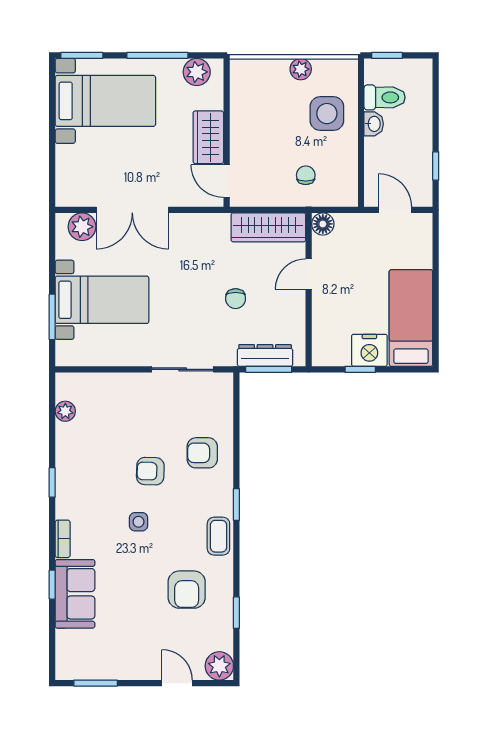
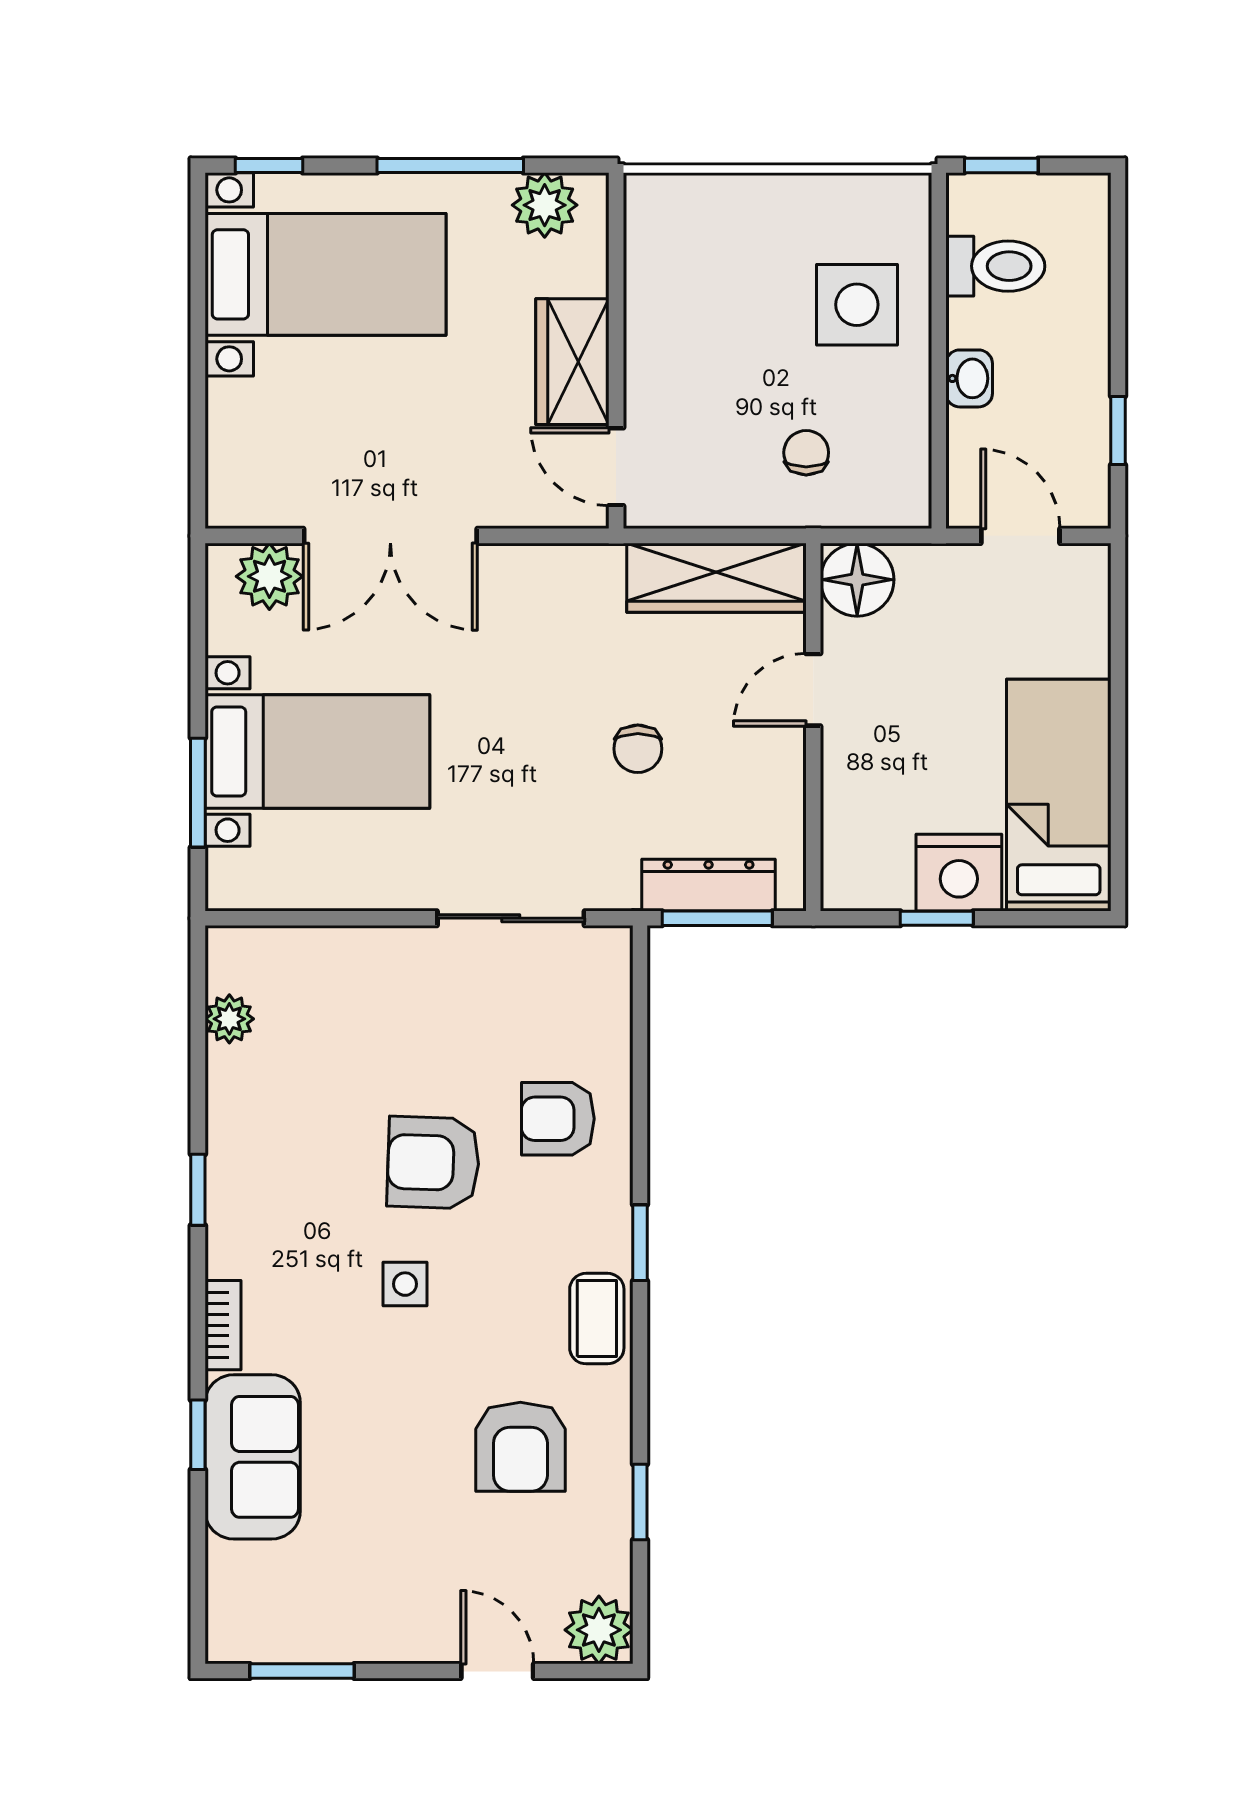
window: (82, 55) -> (269, 165), width x0.67
plant: (301, 69) -> (794, 198), removed
washbasin: (374, 124) -> (969, 378), moved
floor lamp: (323, 224) -> (857, 580), width x1.38, depth x1.38
armchair: (150, 471) -> (433, 1163), width x1.38, depth x1.38

